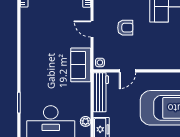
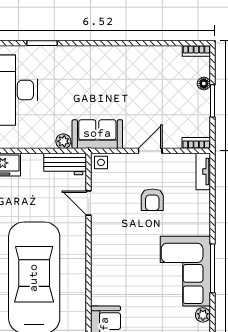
workbench: (101, 92) -> (65, 164), width x0.73
plant: (86, 121) -> (63, 141), moved

